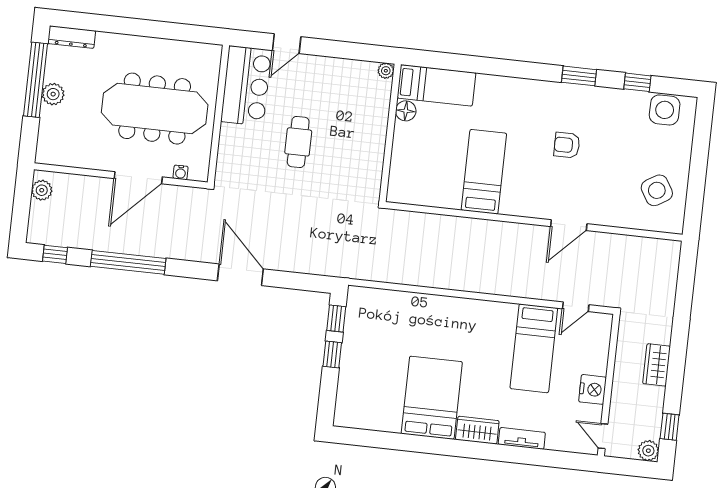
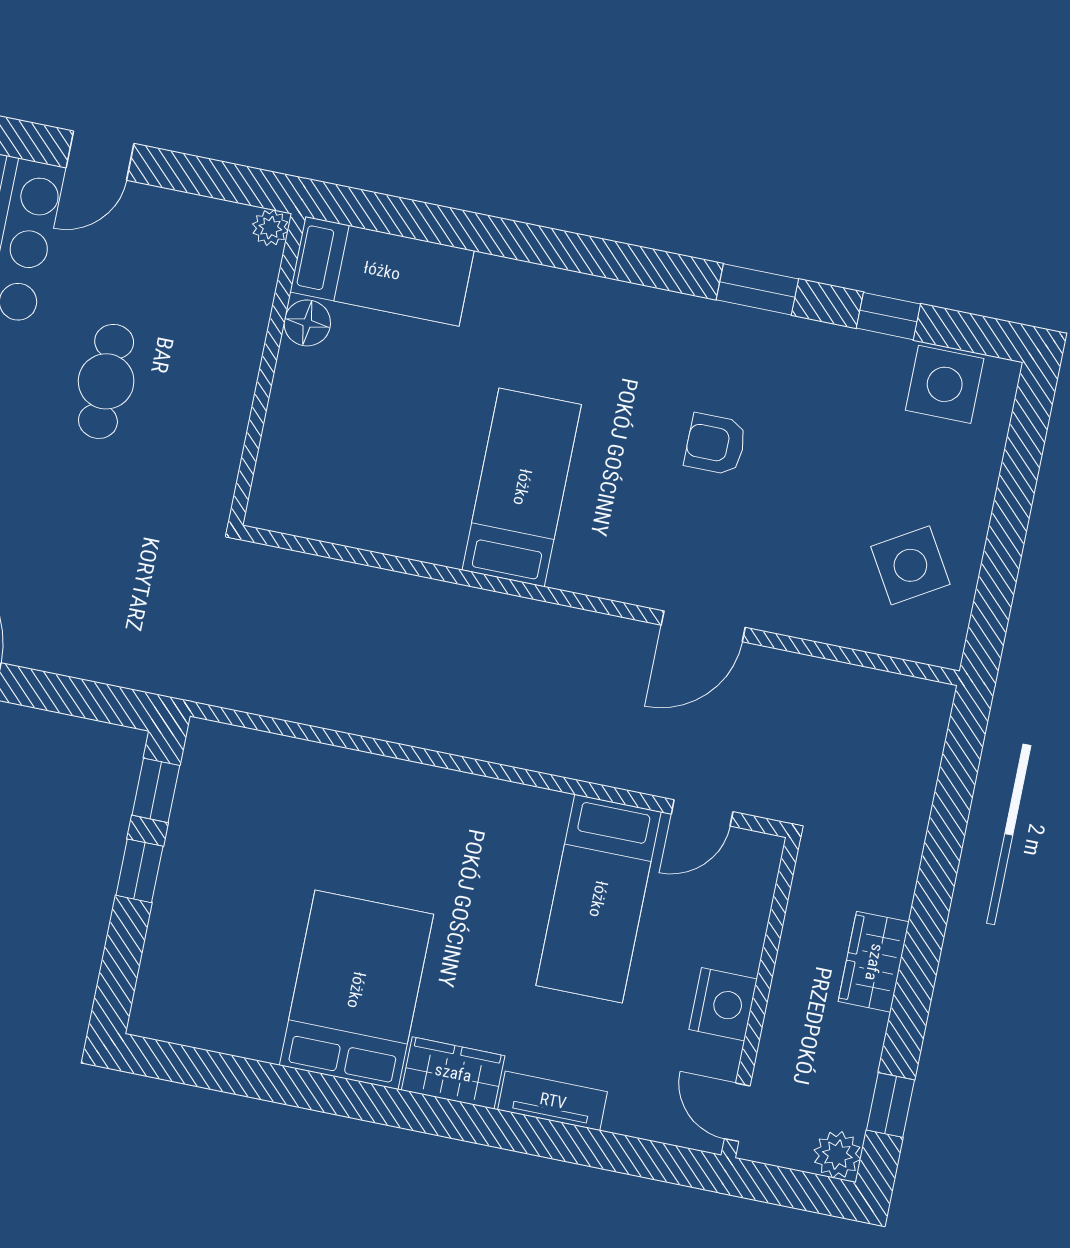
plant: (386, 71) -> (270, 228), moved
bed: (436, 85) -> (382, 271), moved
floor lamp: (406, 111) -> (307, 323), moved
wall: (390, 133) -> (267, 369), moved

